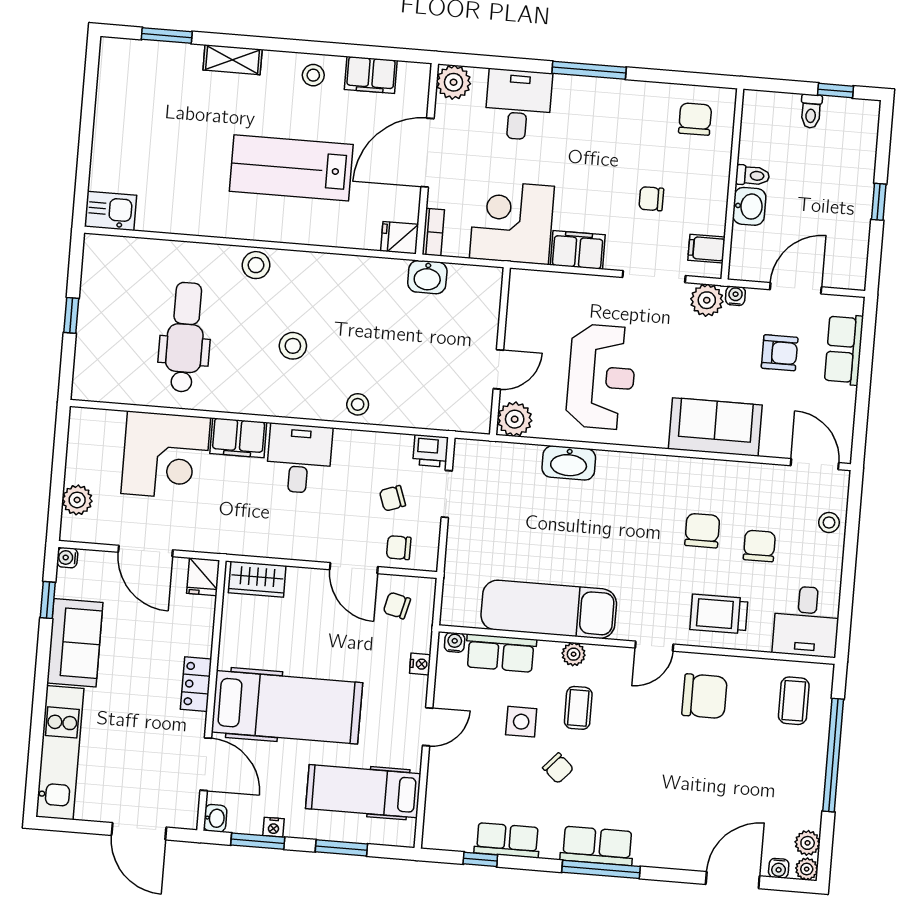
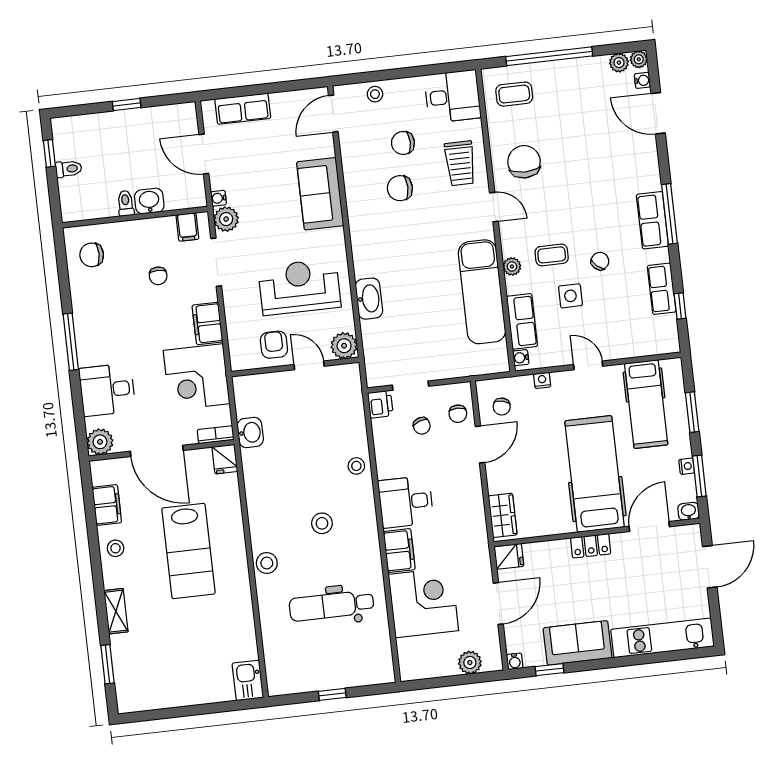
armchair: (780, 353) -> (274, 345), moved

